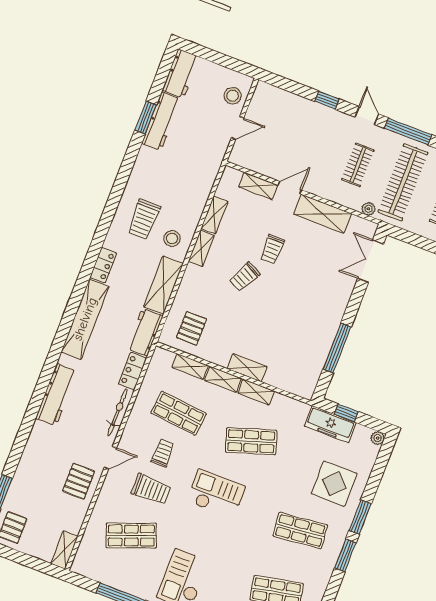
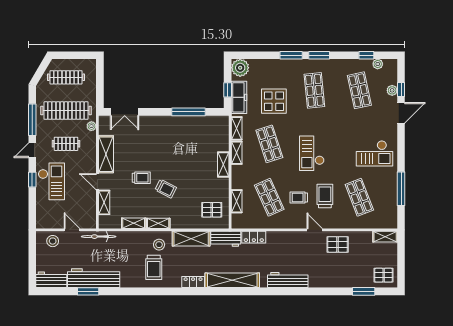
workbench: (161, 121) -> (94, 278), width x1.36, depth x1.32
checkout: (314, 125) -> (51, 181), added
trolley: (144, 219) -> (154, 267), turned 90
shelving: (223, 379) -> (237, 128), moved
bicycle: (117, 412) -> (99, 237), moved
shop shelf: (178, 413) -> (269, 197), turned -30
plant: (378, 438) -> (240, 68), width x1.88, depth x1.88
display table: (334, 484) -> (274, 101), moved

